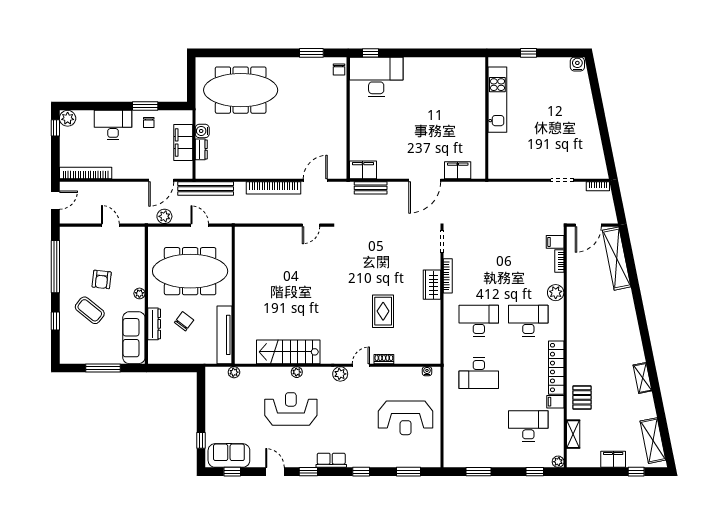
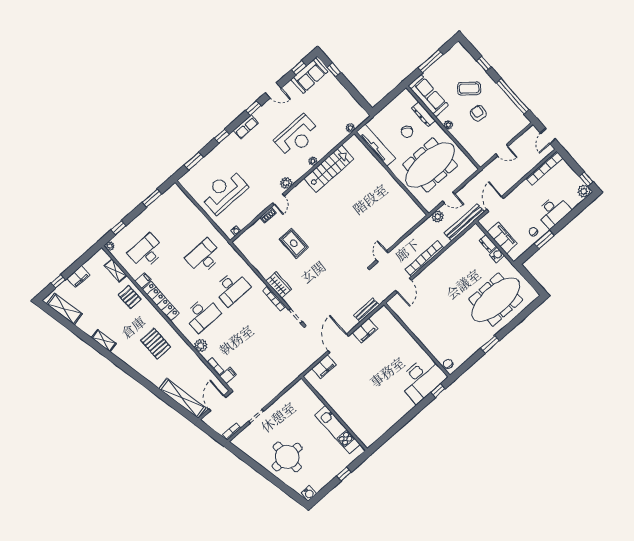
window: (311, 53) -> (490, 344), moved
round table: (567, 116) -> (287, 457), added
filing cabinet: (363, 170) -> (365, 331), moved
plant: (164, 216) -> (438, 216), moved
pallet: (596, 332) -> (156, 344), added
desk: (528, 426) -> (146, 252), turned 180

